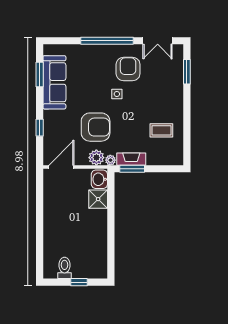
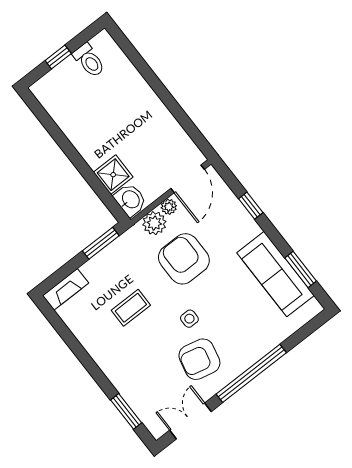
armchair: (128, 69) -> (199, 359), turned 103
armchair: (96, 127) -> (184, 259), turned 90
coffee table: (161, 130) -> (131, 308), moved
fireplace: (131, 159) -> (66, 289), moved
plant: (110, 160) -> (169, 207), moved

